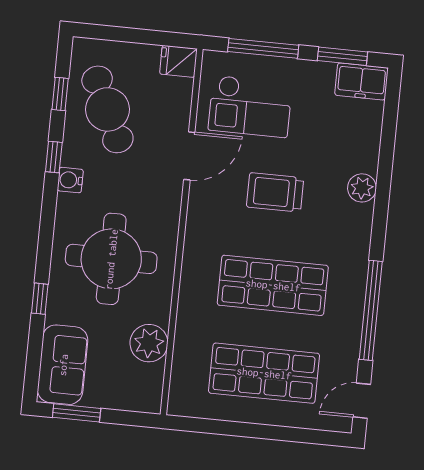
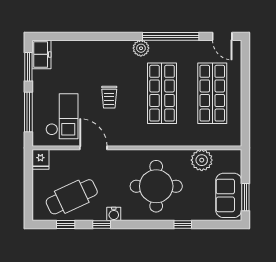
plant: (362, 188) -> (141, 48), moved
trolley: (275, 192) -> (109, 97), width x0.73, depth x0.72
sofa: (63, 365) -> (229, 195), moved, turned -90

